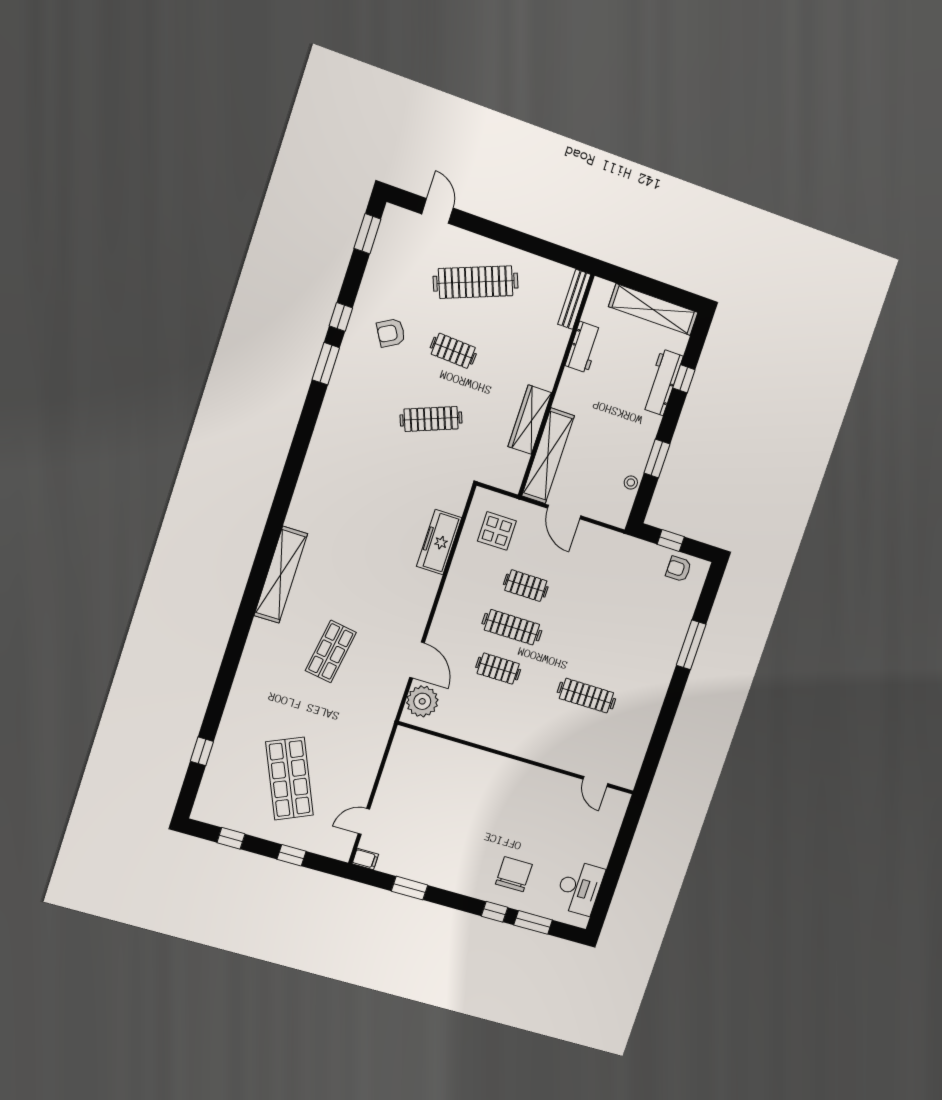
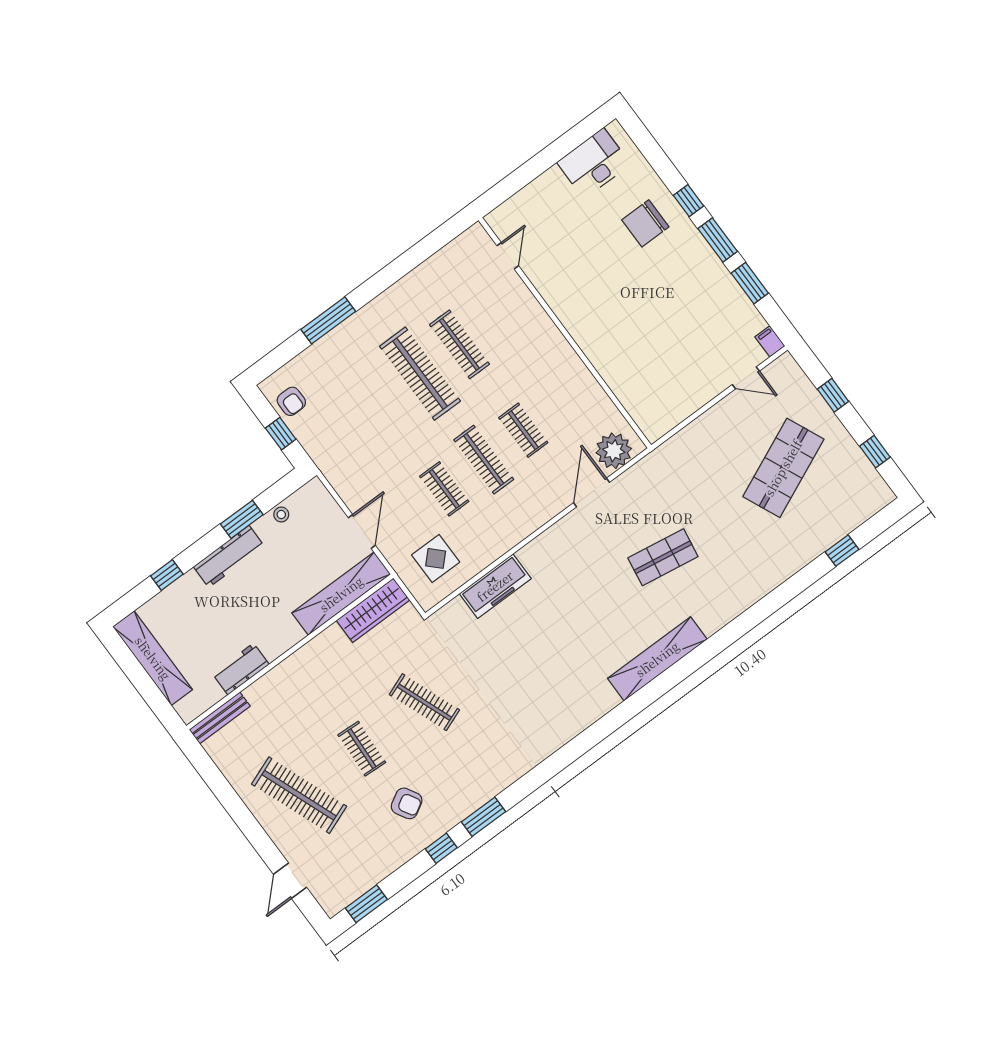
workbench: (662, 382) -> (229, 556), moved
wardrobe: (530, 420) -> (373, 610), moved
clothes rail: (600, 655) -> (420, 374), added
window: (533, 922) -> (718, 240), moved

